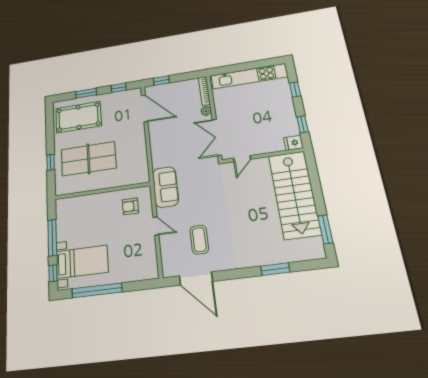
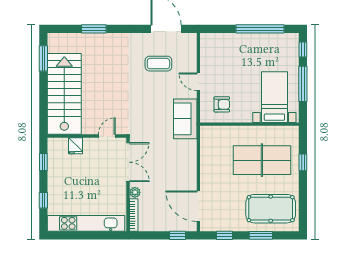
fridge: (294, 143) -> (75, 146), moved, turned 90
coffee table: (199, 240) -> (158, 64), turned 90
bed with nightstands: (82, 262) -> (274, 97), moved, turned 90

